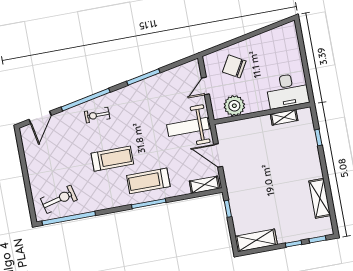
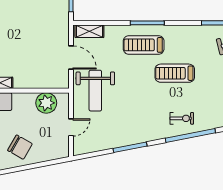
chair: (234, 66) -> (20, 147), moved
weight bench: (188, 127) -> (95, 91), turned 90
treadmill: (148, 181) -> (144, 45), turned 180

